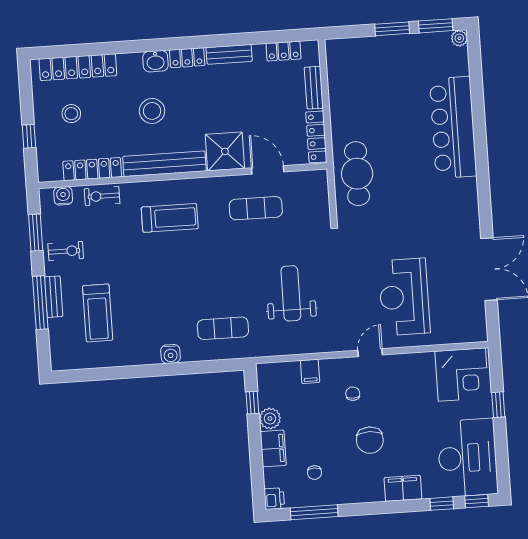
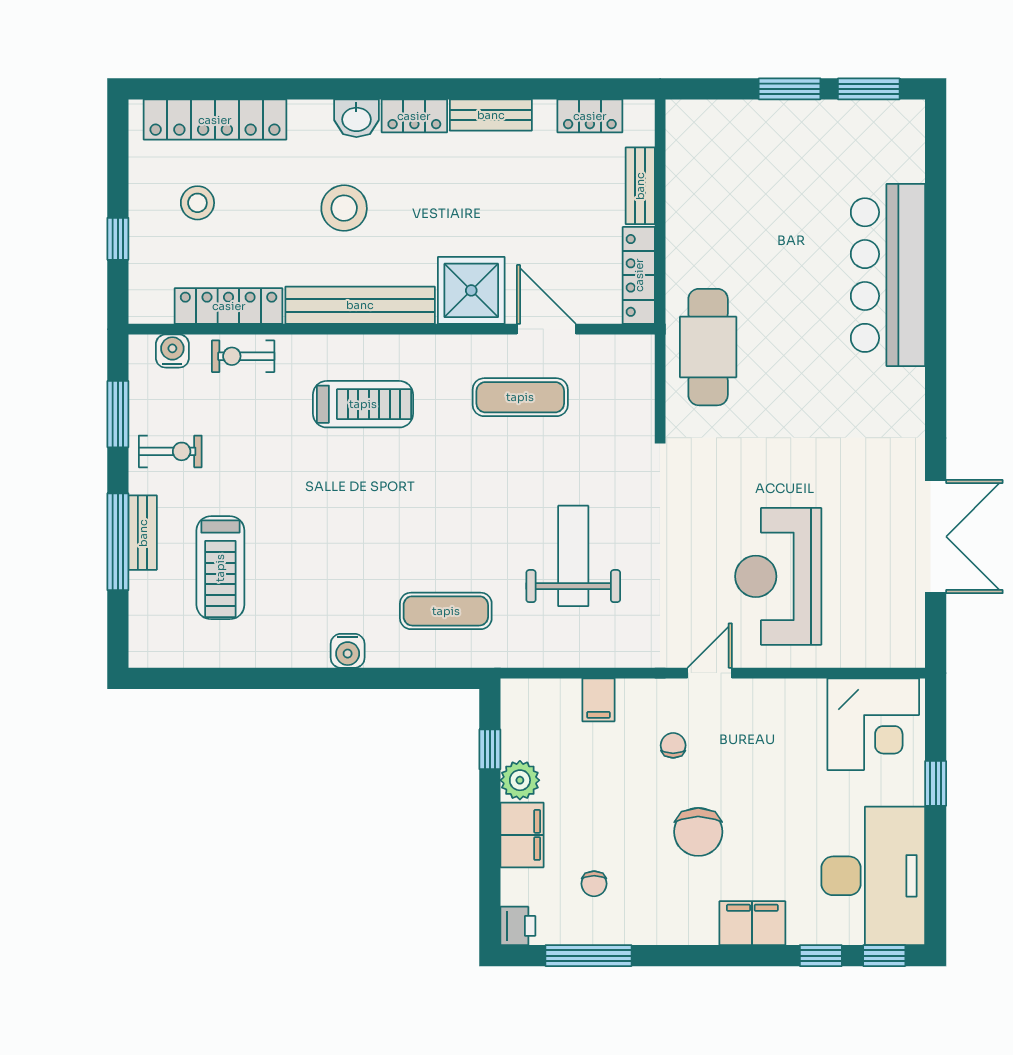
plant: (459, 38) -> (910, 114), removed

